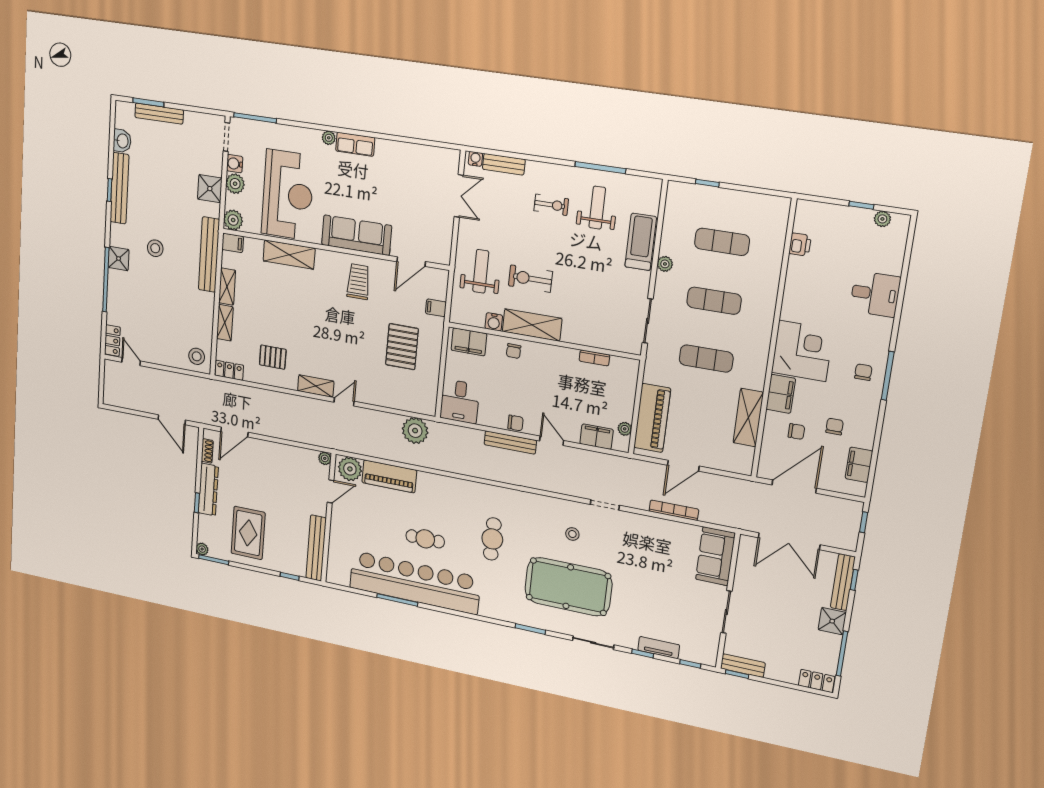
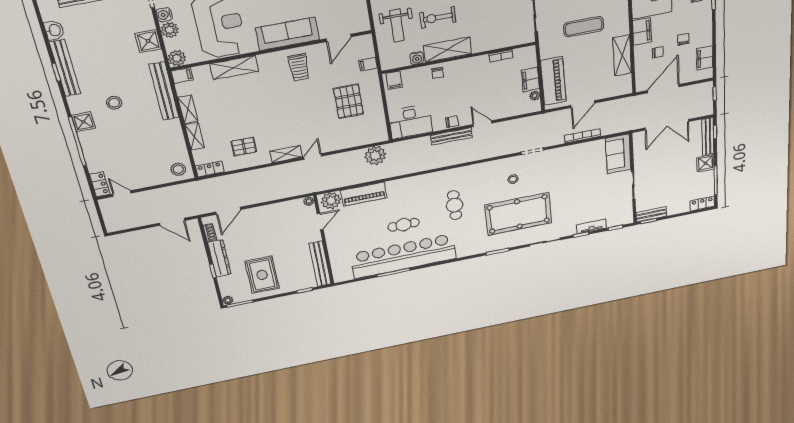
weight bench: (481, 271) -> (397, 26), turned 180
trolley: (358, 282) -> (299, 67), turned 180
filing cabinet: (469, 342) -> (394, 80), width x0.50
desk: (460, 401) -> (410, 122), width x1.37
filing cabinet: (597, 437) -> (530, 79), moved, turned -90

